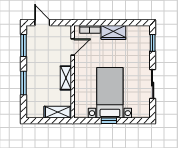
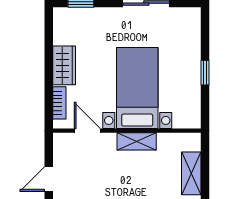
bed with nightstands: (110, 93) -> (137, 88), moved, turned 90
shelving: (58, 112) -> (191, 173), moved

